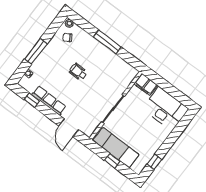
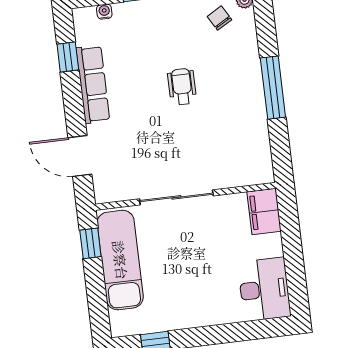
desk: (166, 109) -> (264, 289), width x0.73, depth x0.77
door: (69, 128) -> (80, 156), hinge flipped
window: (112, 161) -> (90, 243), moved

